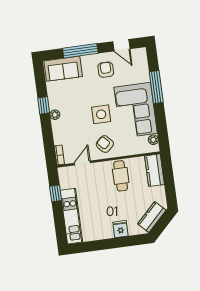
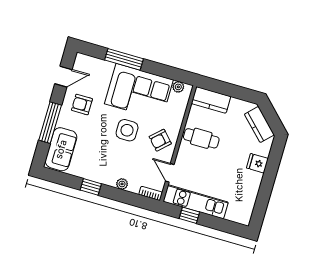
plant: (55, 115) -> (122, 184), moved
kitchen unit: (71, 216) -> (196, 202), moved

